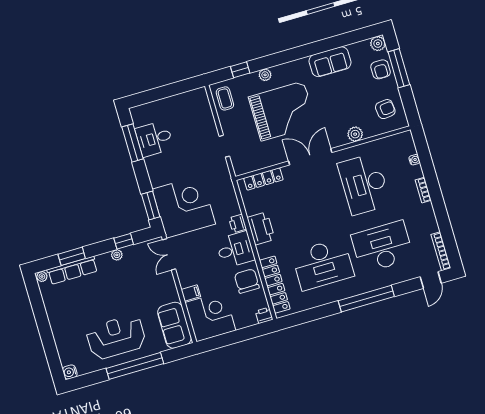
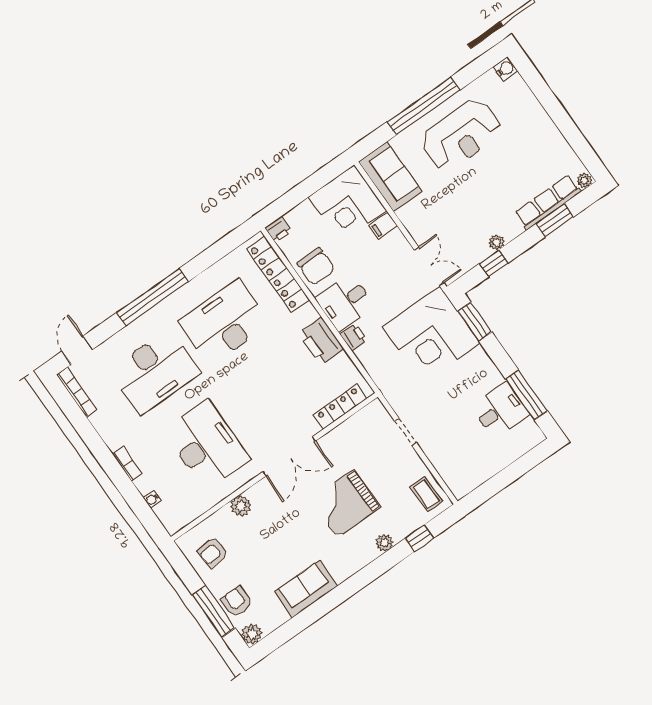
grand piano: (283, 111) -> (346, 504), width x0.73, depth x0.68

